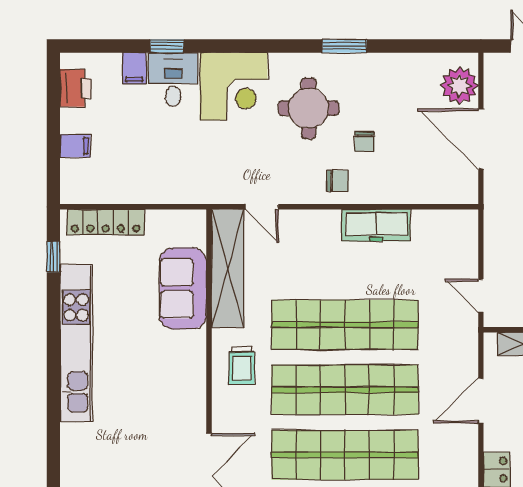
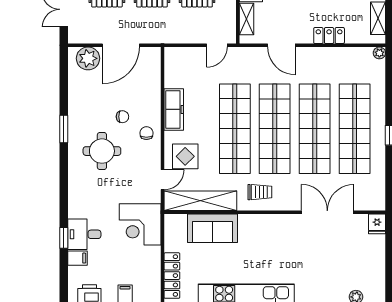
corner desk: (234, 86) -> (140, 224), moved, turned 180
display table: (300, 244) -> (185, 156), added

